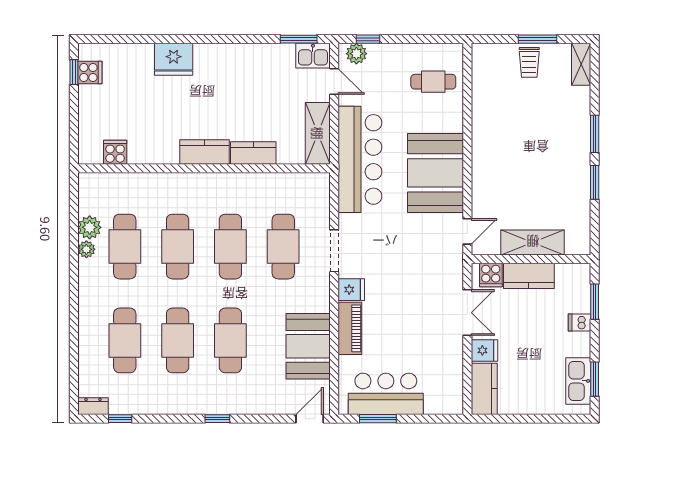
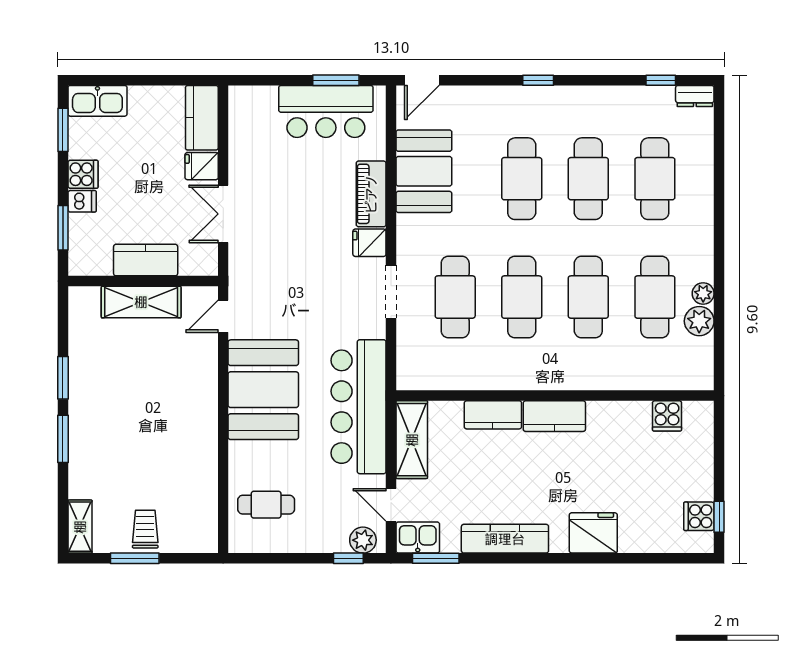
kitchen counter: (244, 55) -> (505, 539), added
cooker: (491, 275) -> (83, 174), moved, turned 90
kitchen sink: (578, 381) -> (97, 101), moved, turned 90

